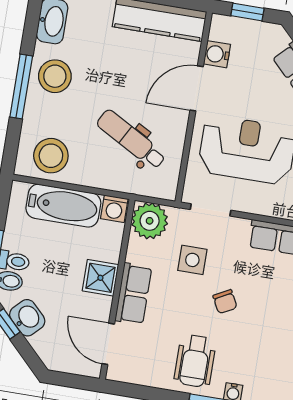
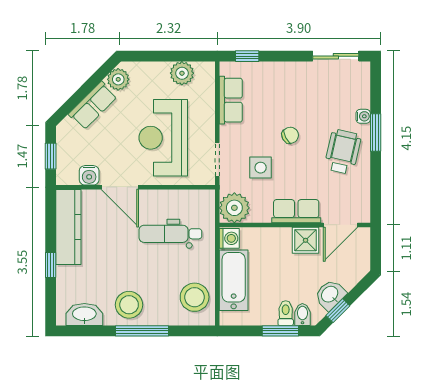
dental chair: (131, 139) -> (170, 234), turned 61
shower: (100, 278) -> (306, 240), moved
wheelchair: (195, 361) -> (343, 152), turned -77

